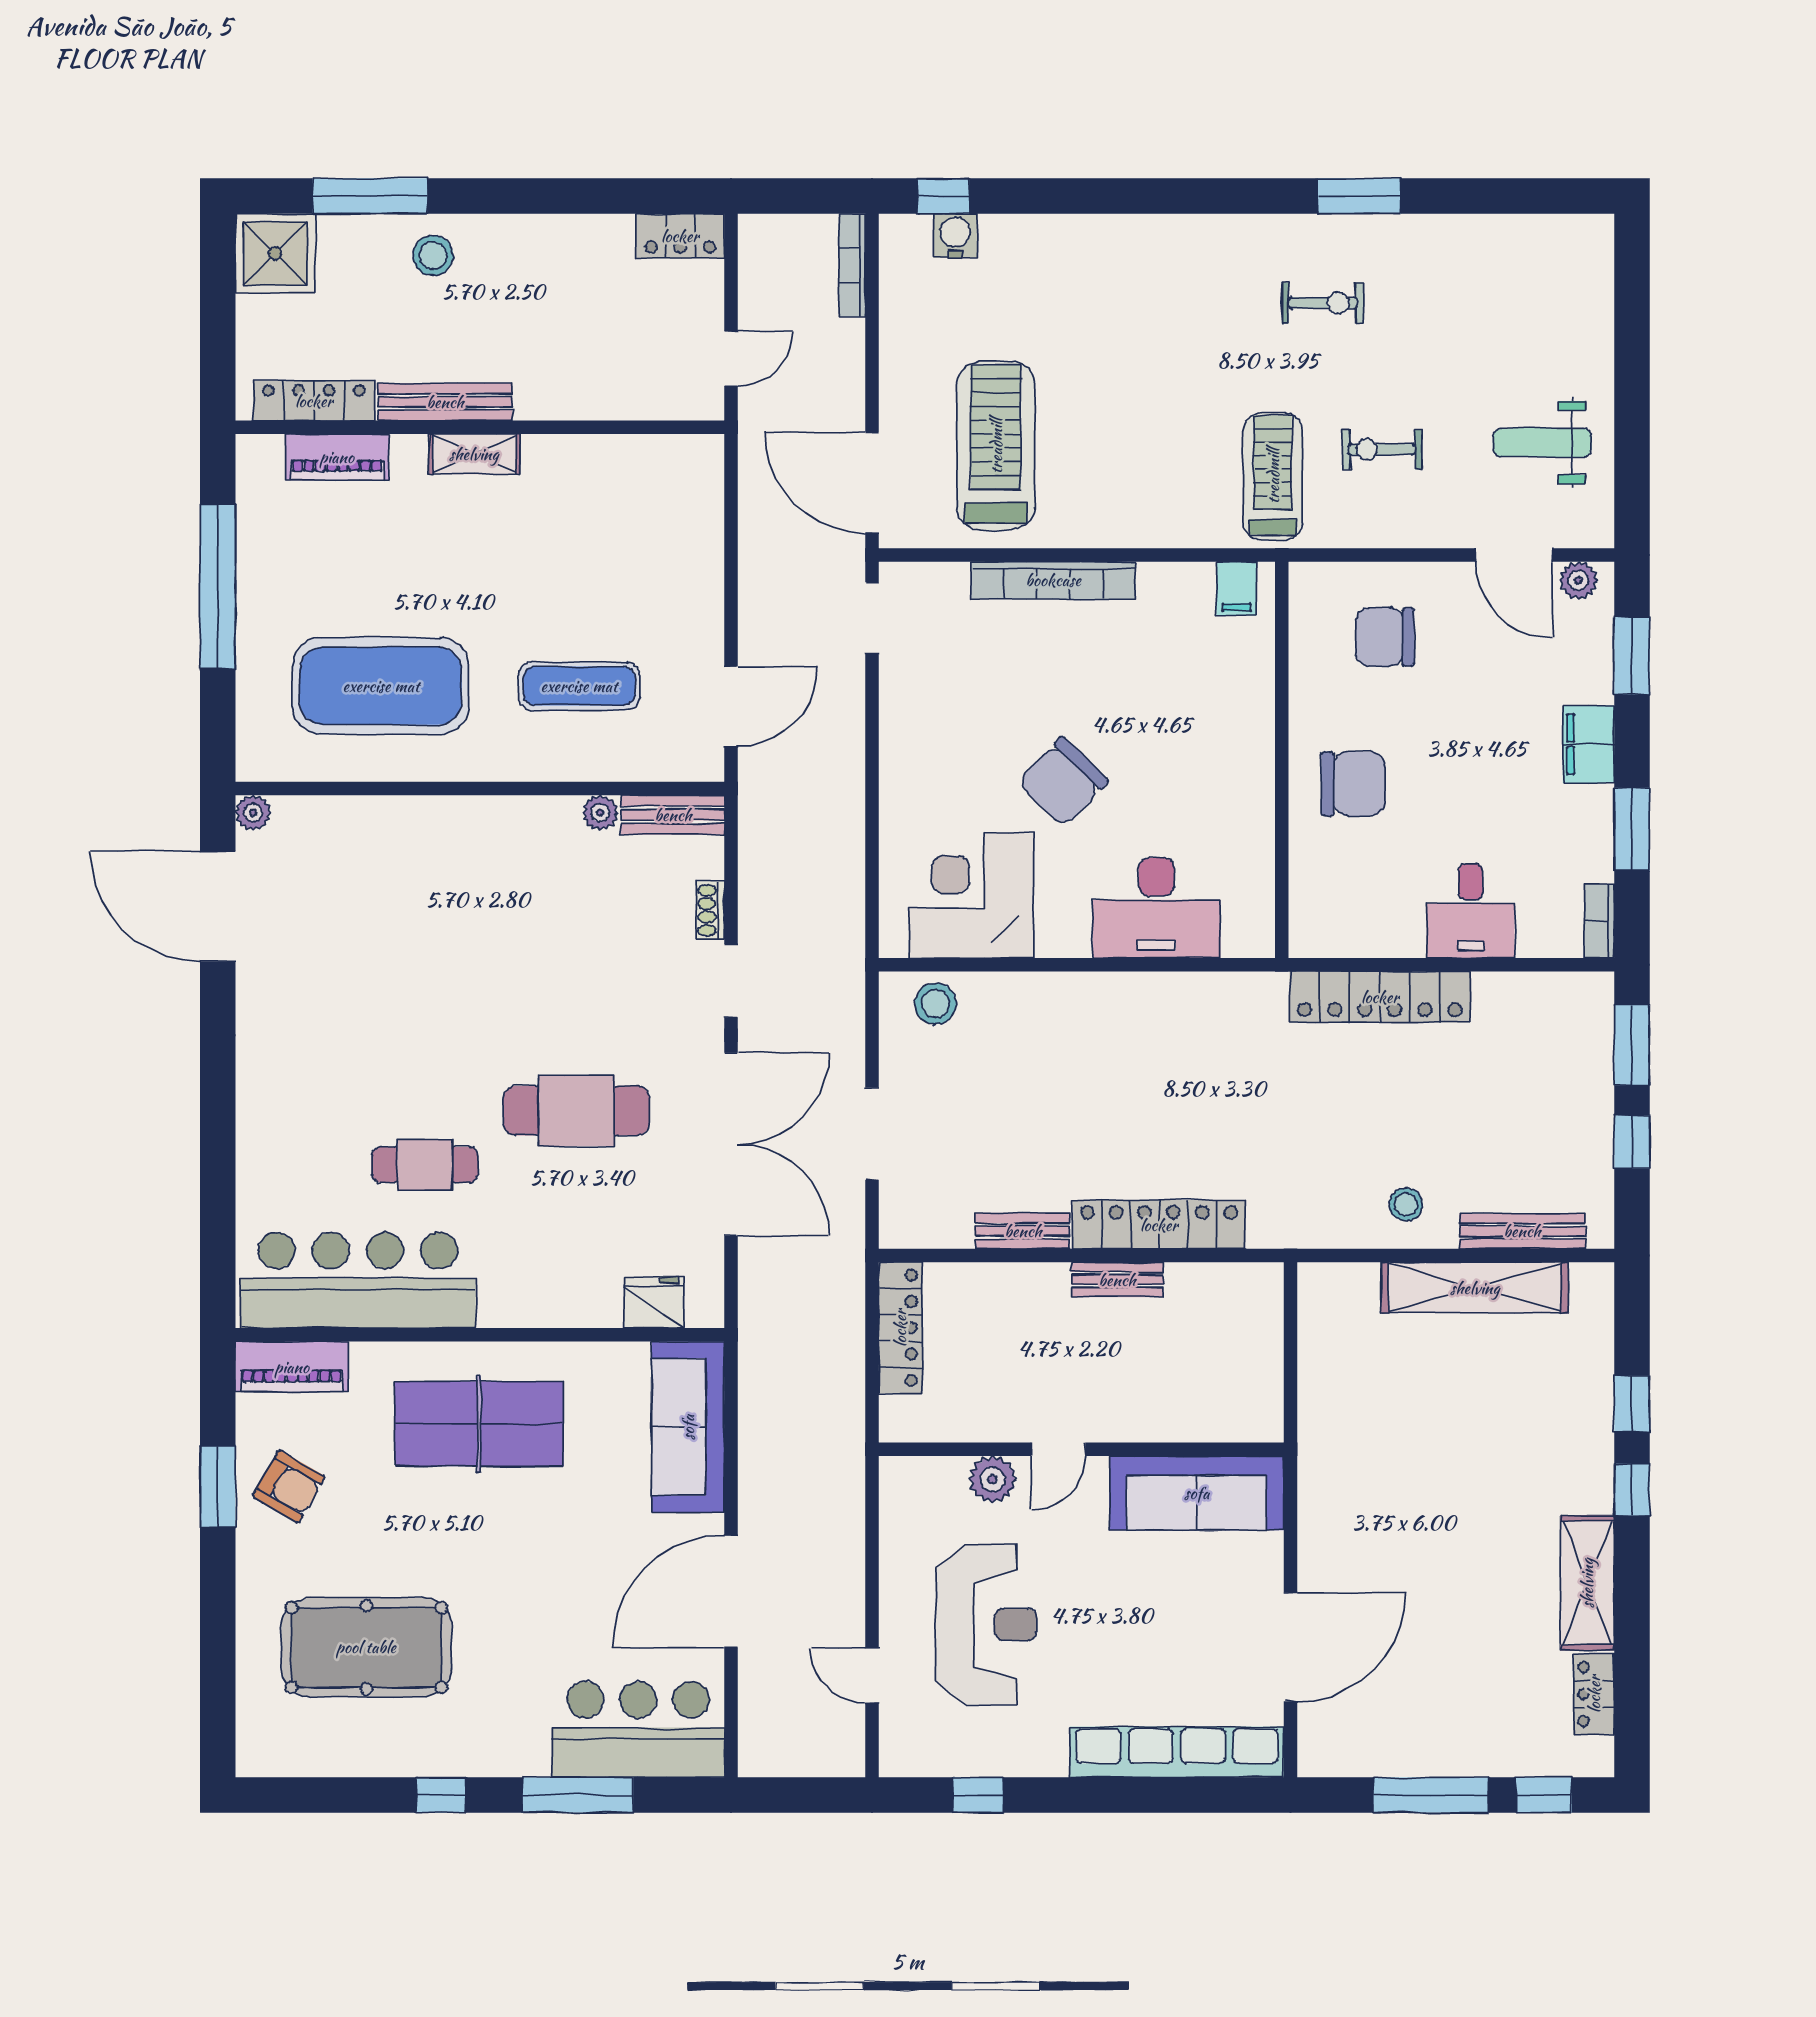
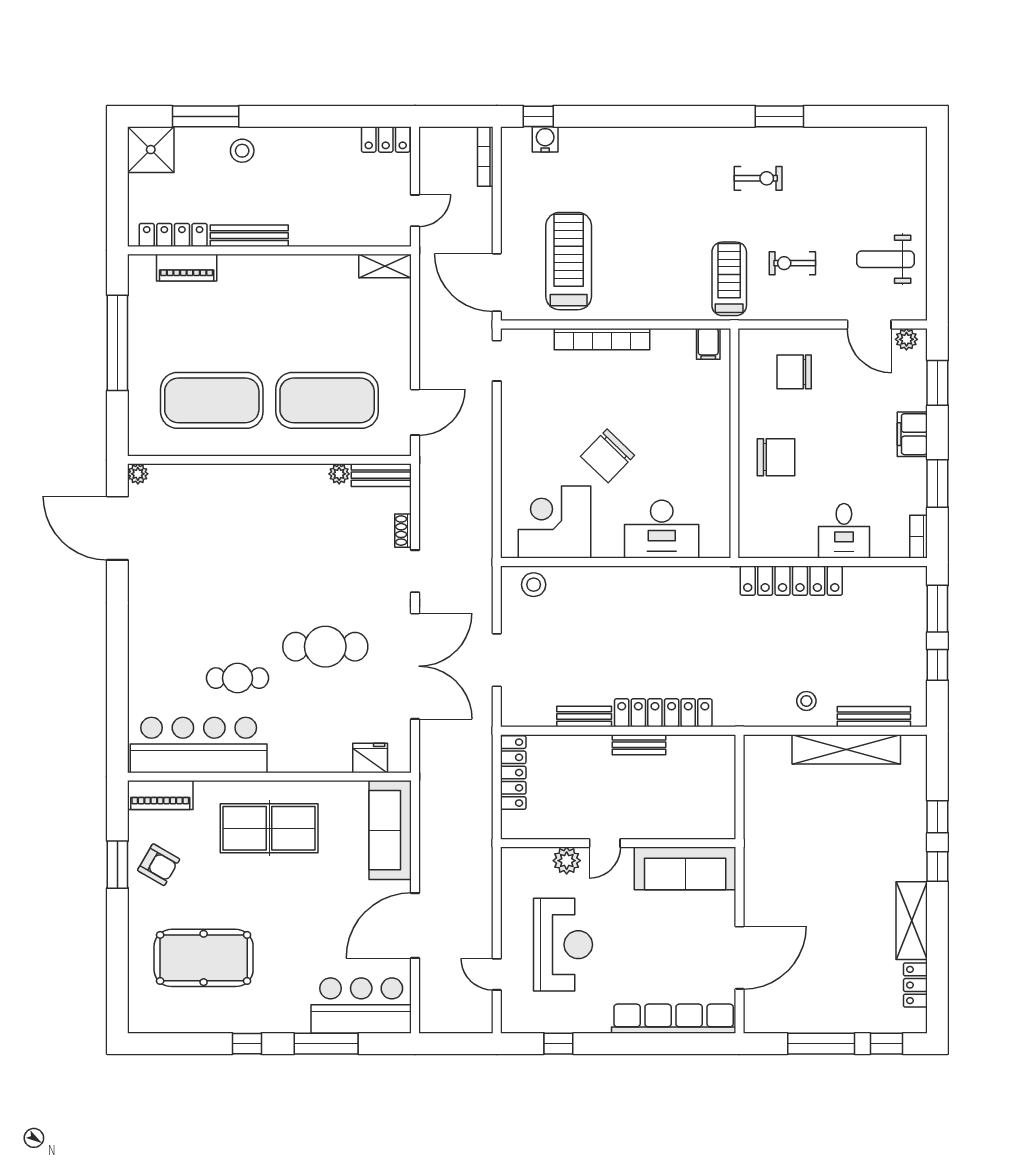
shelving: (474, 454) -> (385, 266), moved
exercise mat: (579, 686) -> (327, 400), width x2.00, depth x1.45

